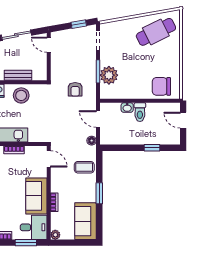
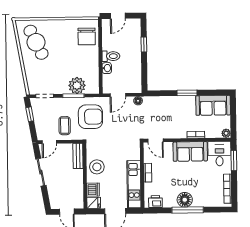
bench: (18, 75) -> (78, 156), moved
armchair: (75, 89) -> (90, 117), width x1.88, depth x1.88
door: (49, 159) -> (156, 140), swing flipped
coffee table: (84, 167) -> (65, 126), moved

